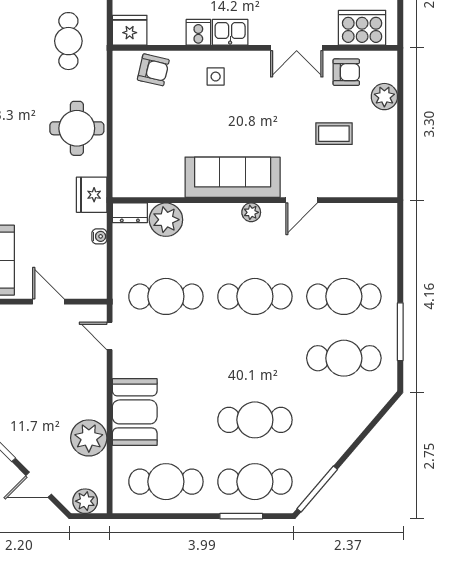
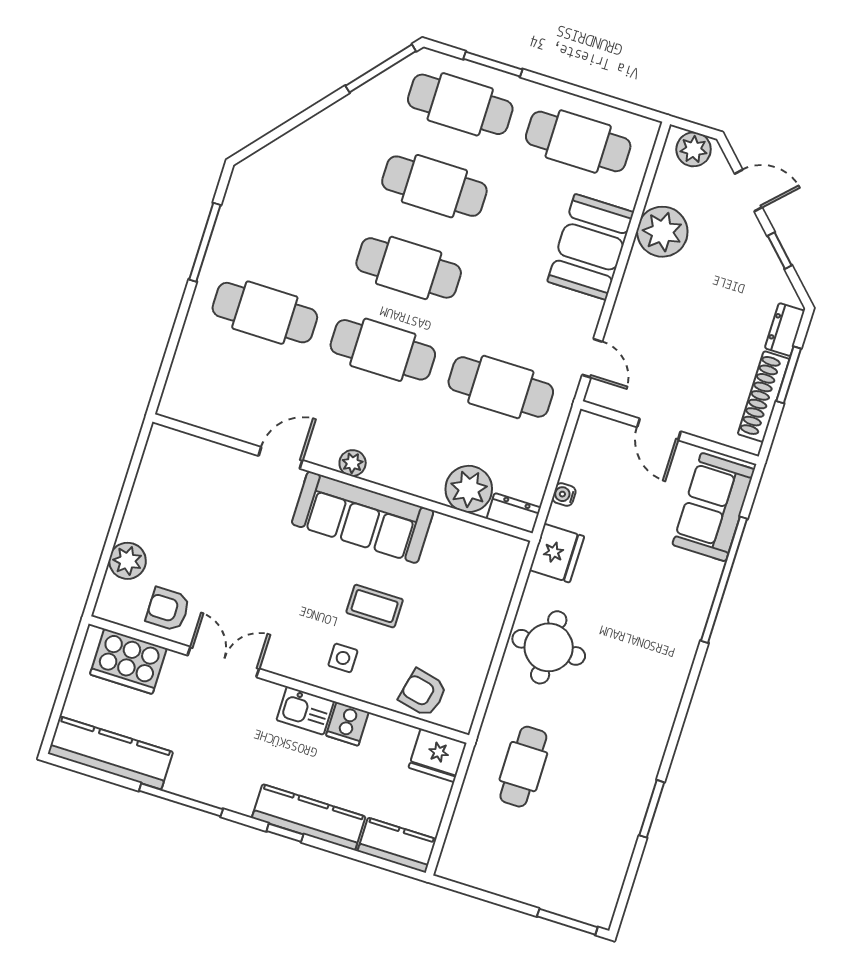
coffee table: (334, 134) -> (375, 606), moved
cafe table: (344, 358) -> (409, 268), moved

